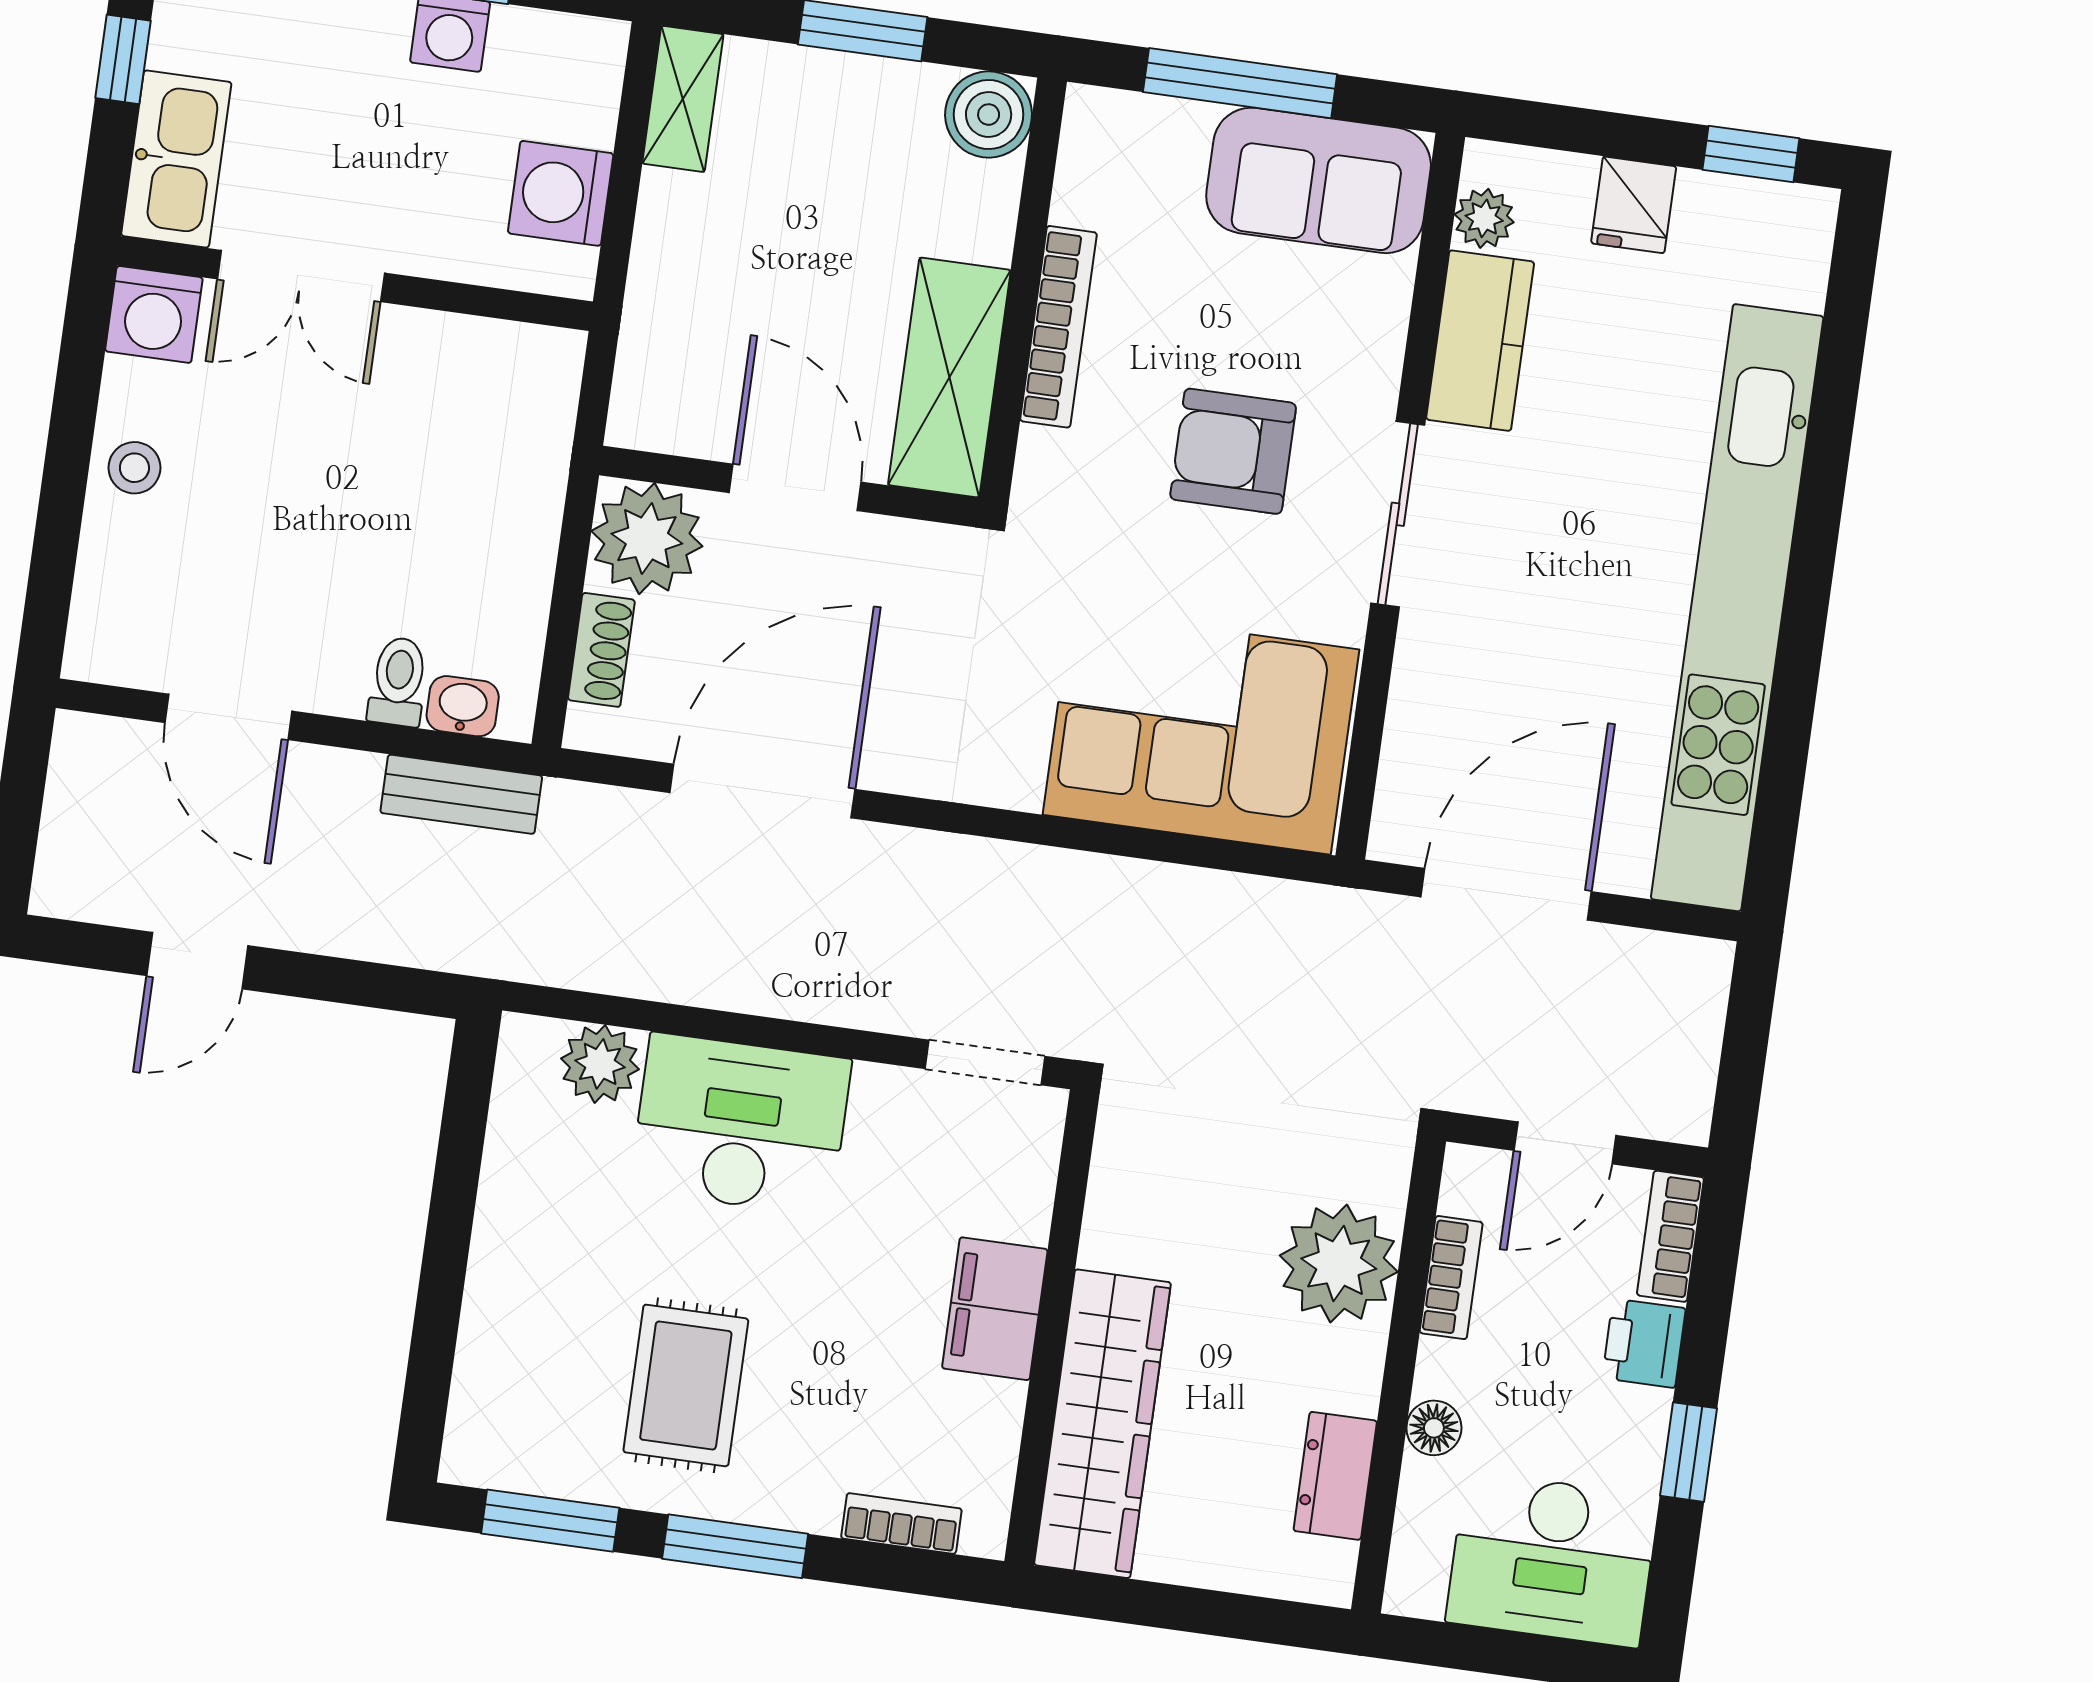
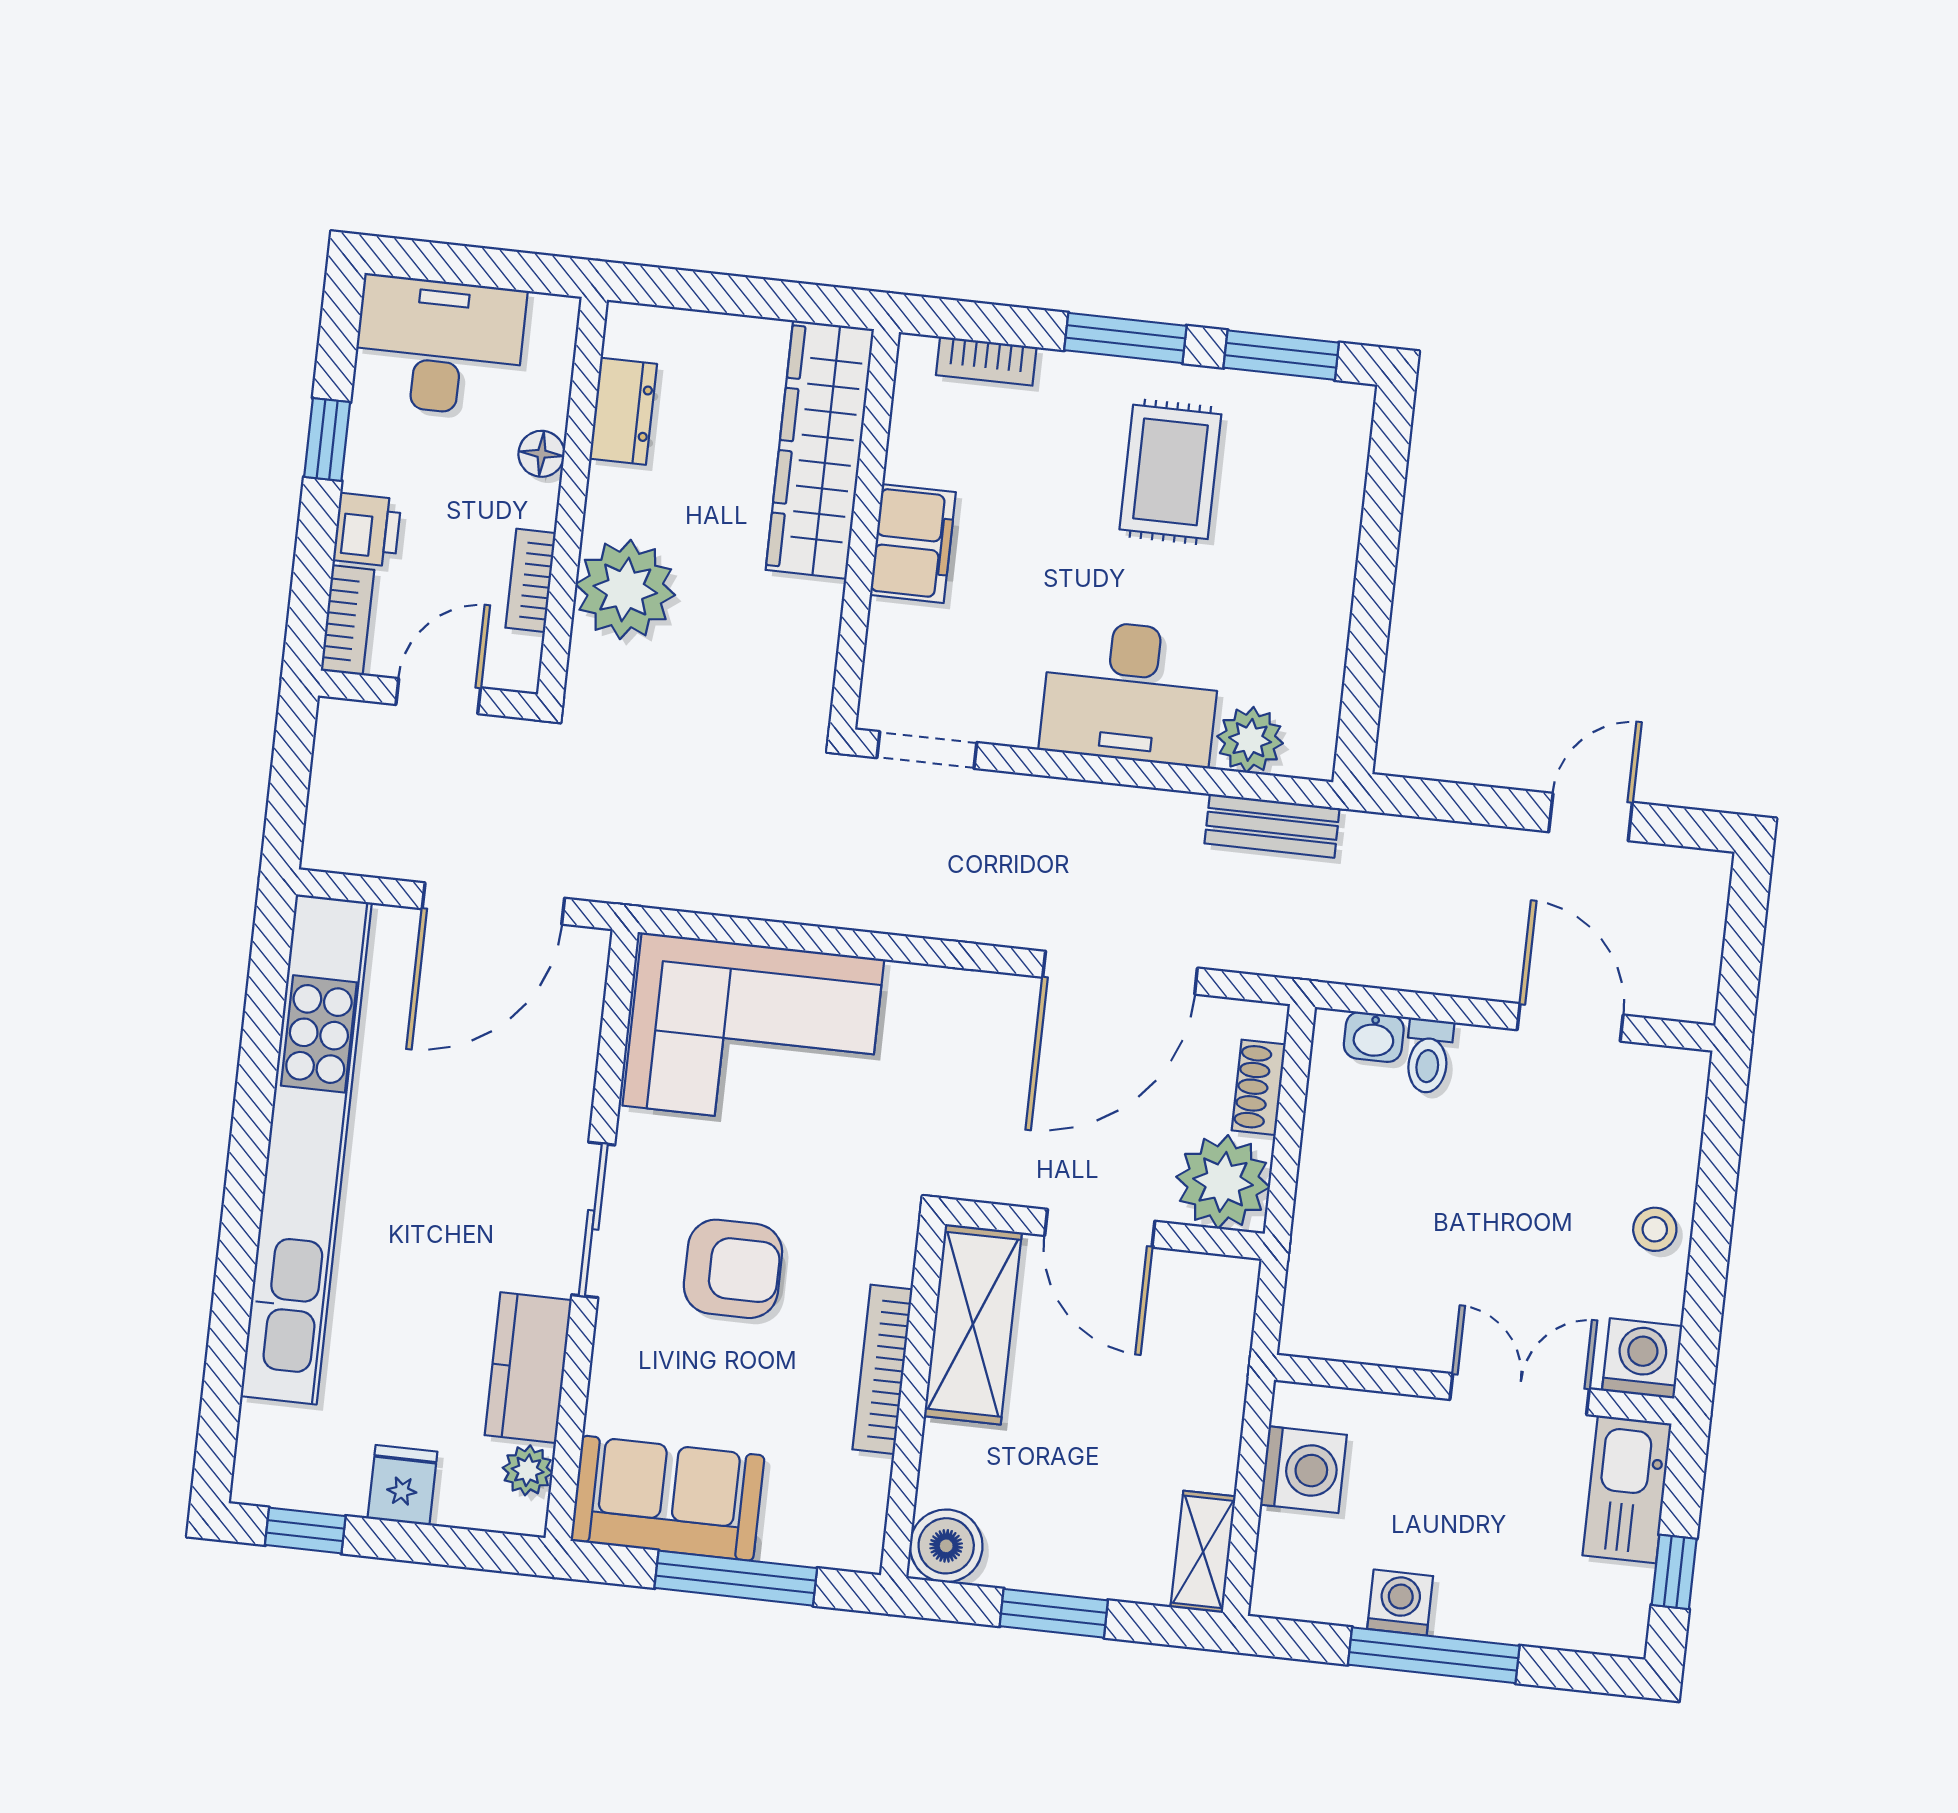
bench: (461, 794) -> (1272, 826), moved

